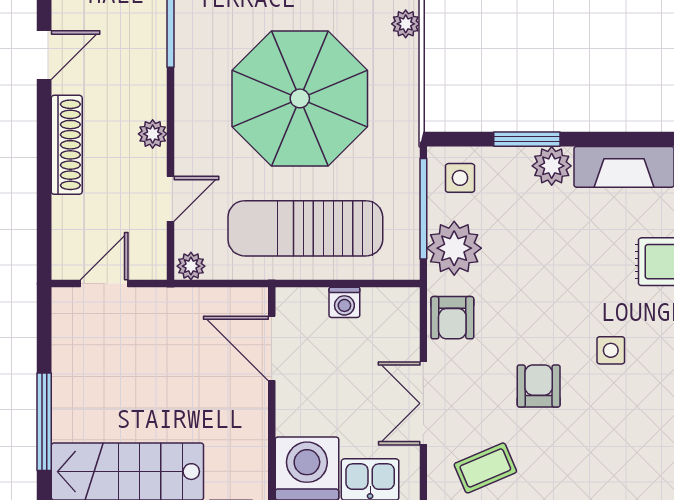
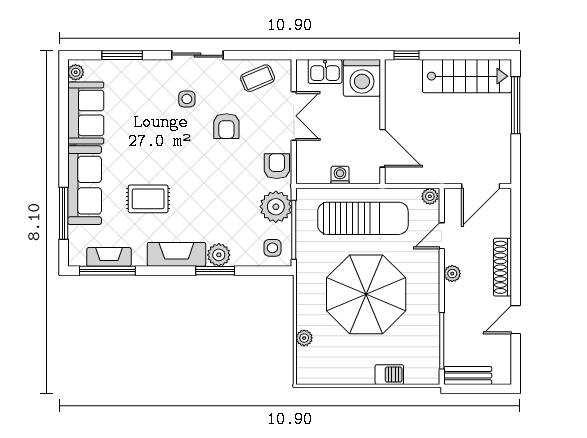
window: (527, 139) -> (215, 271), moved
door: (104, 284) -> (481, 186), width x1.38
side table: (611, 350) -> (187, 99), moved

